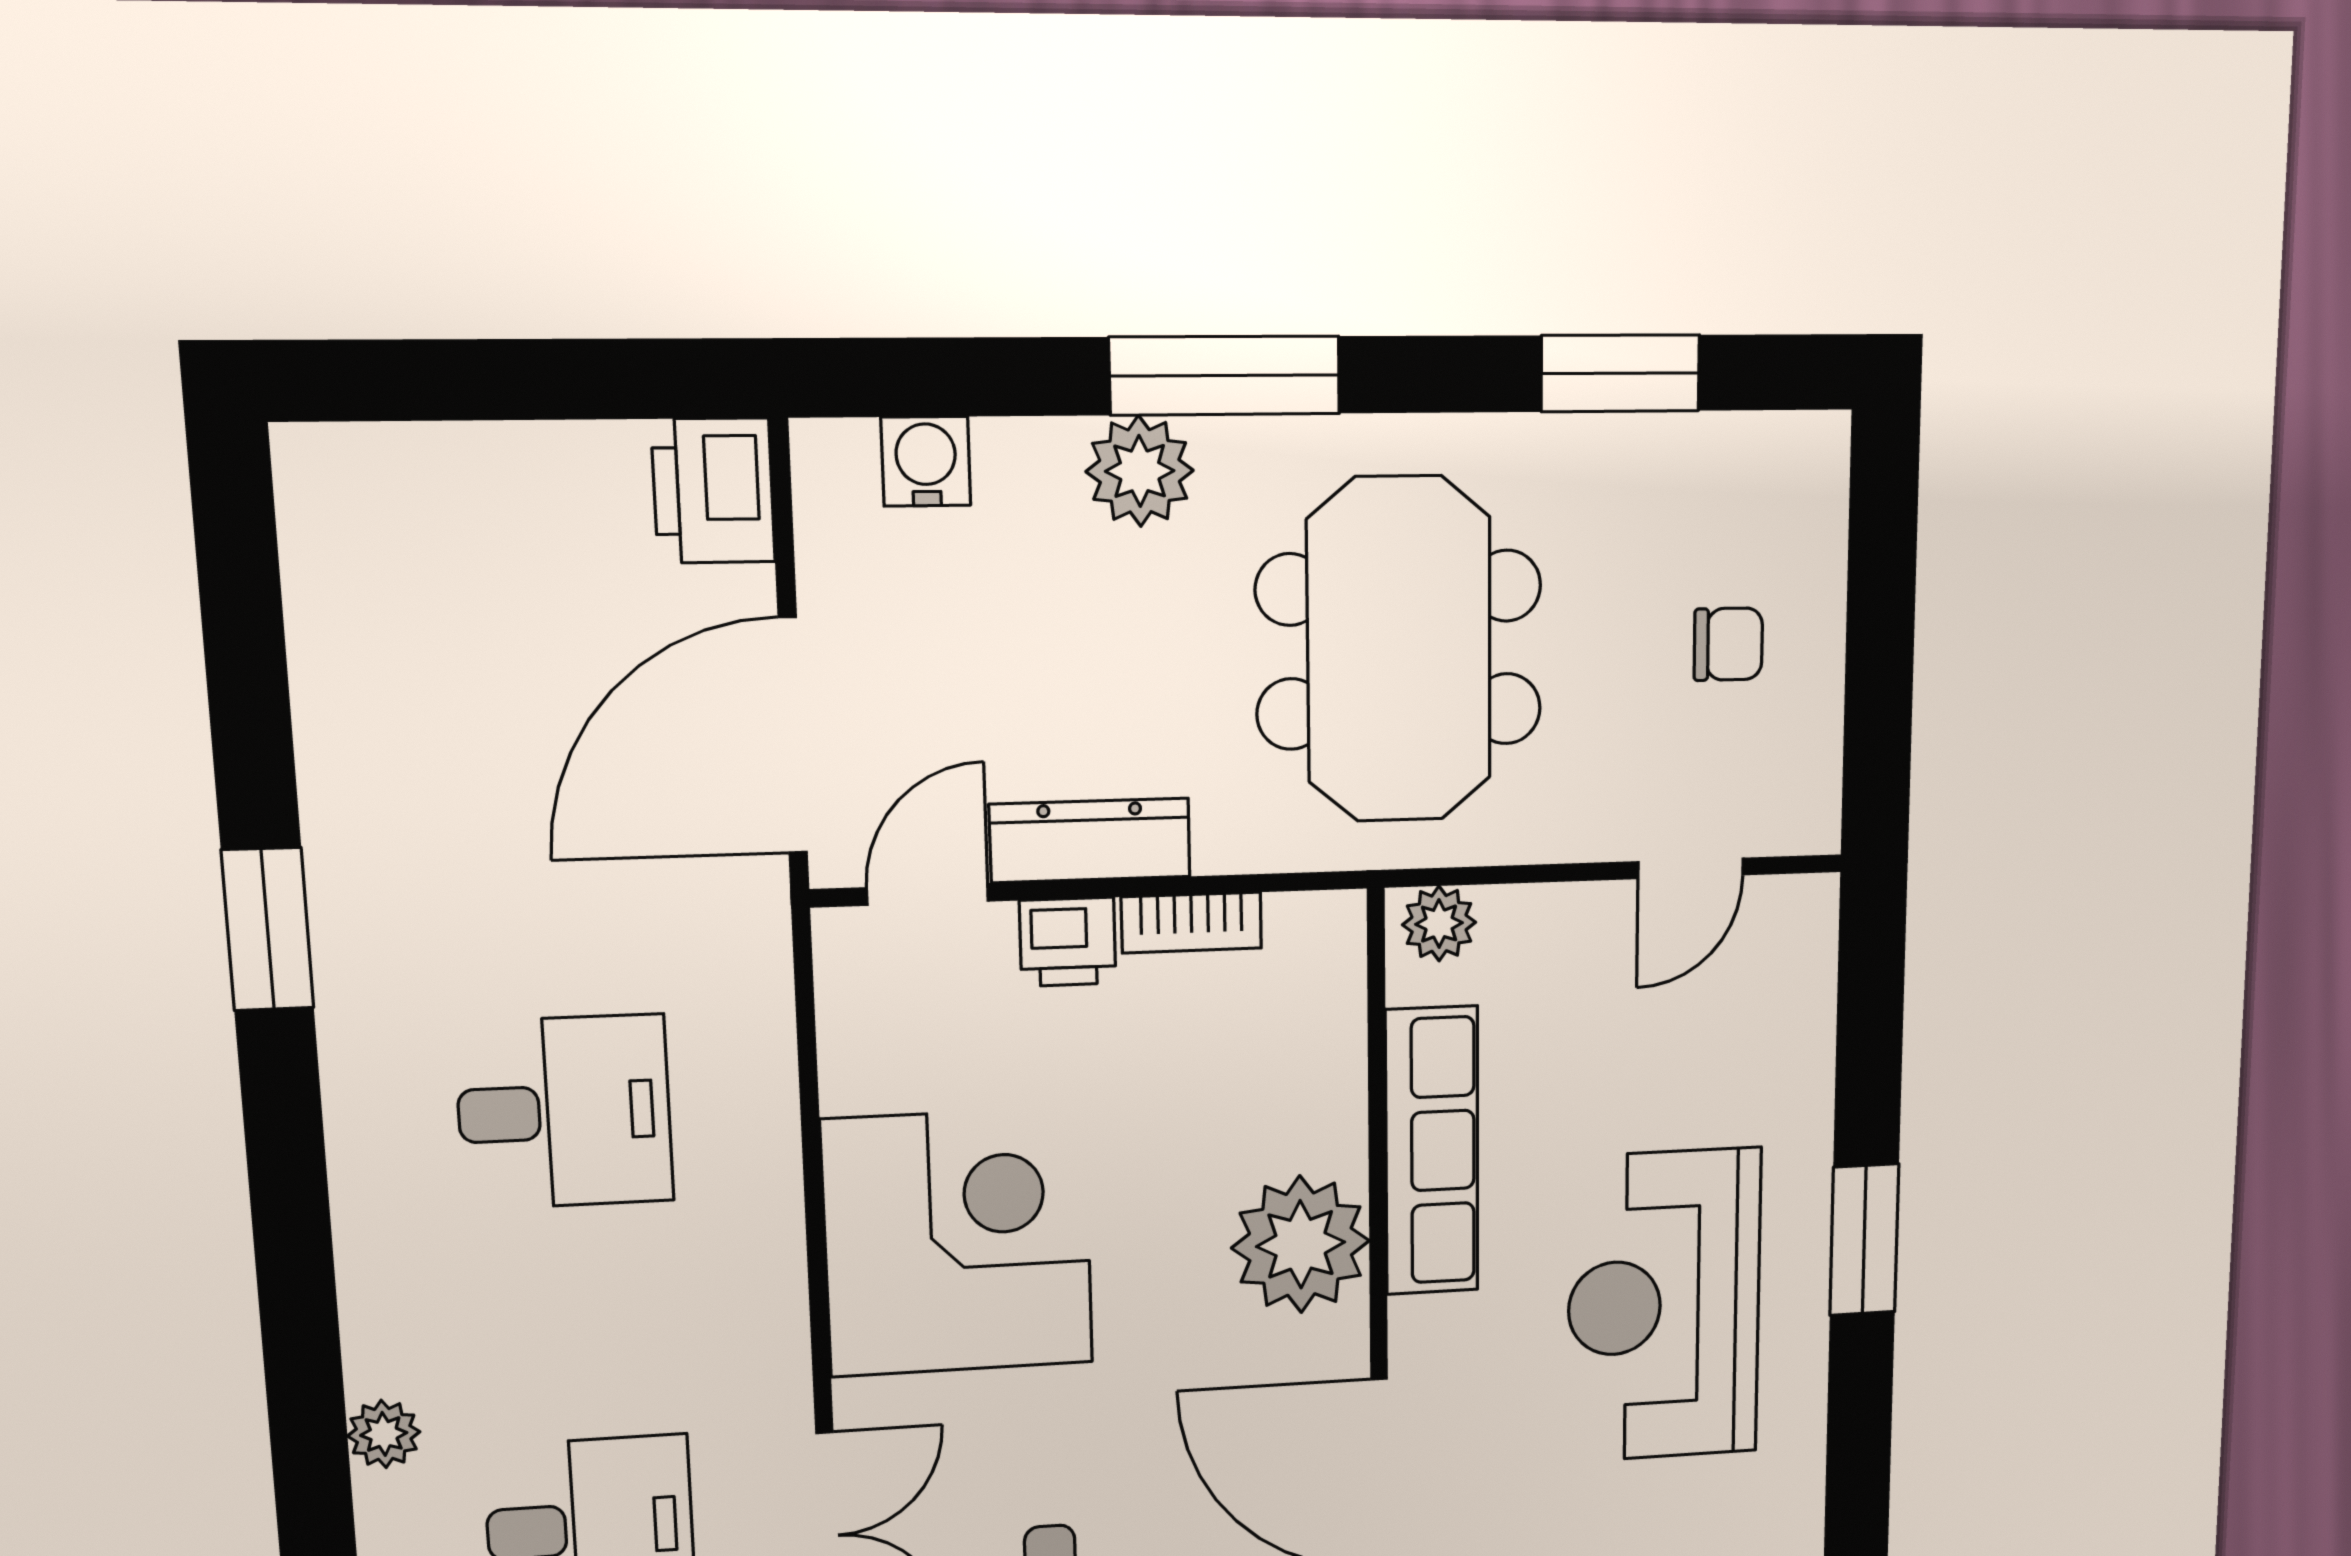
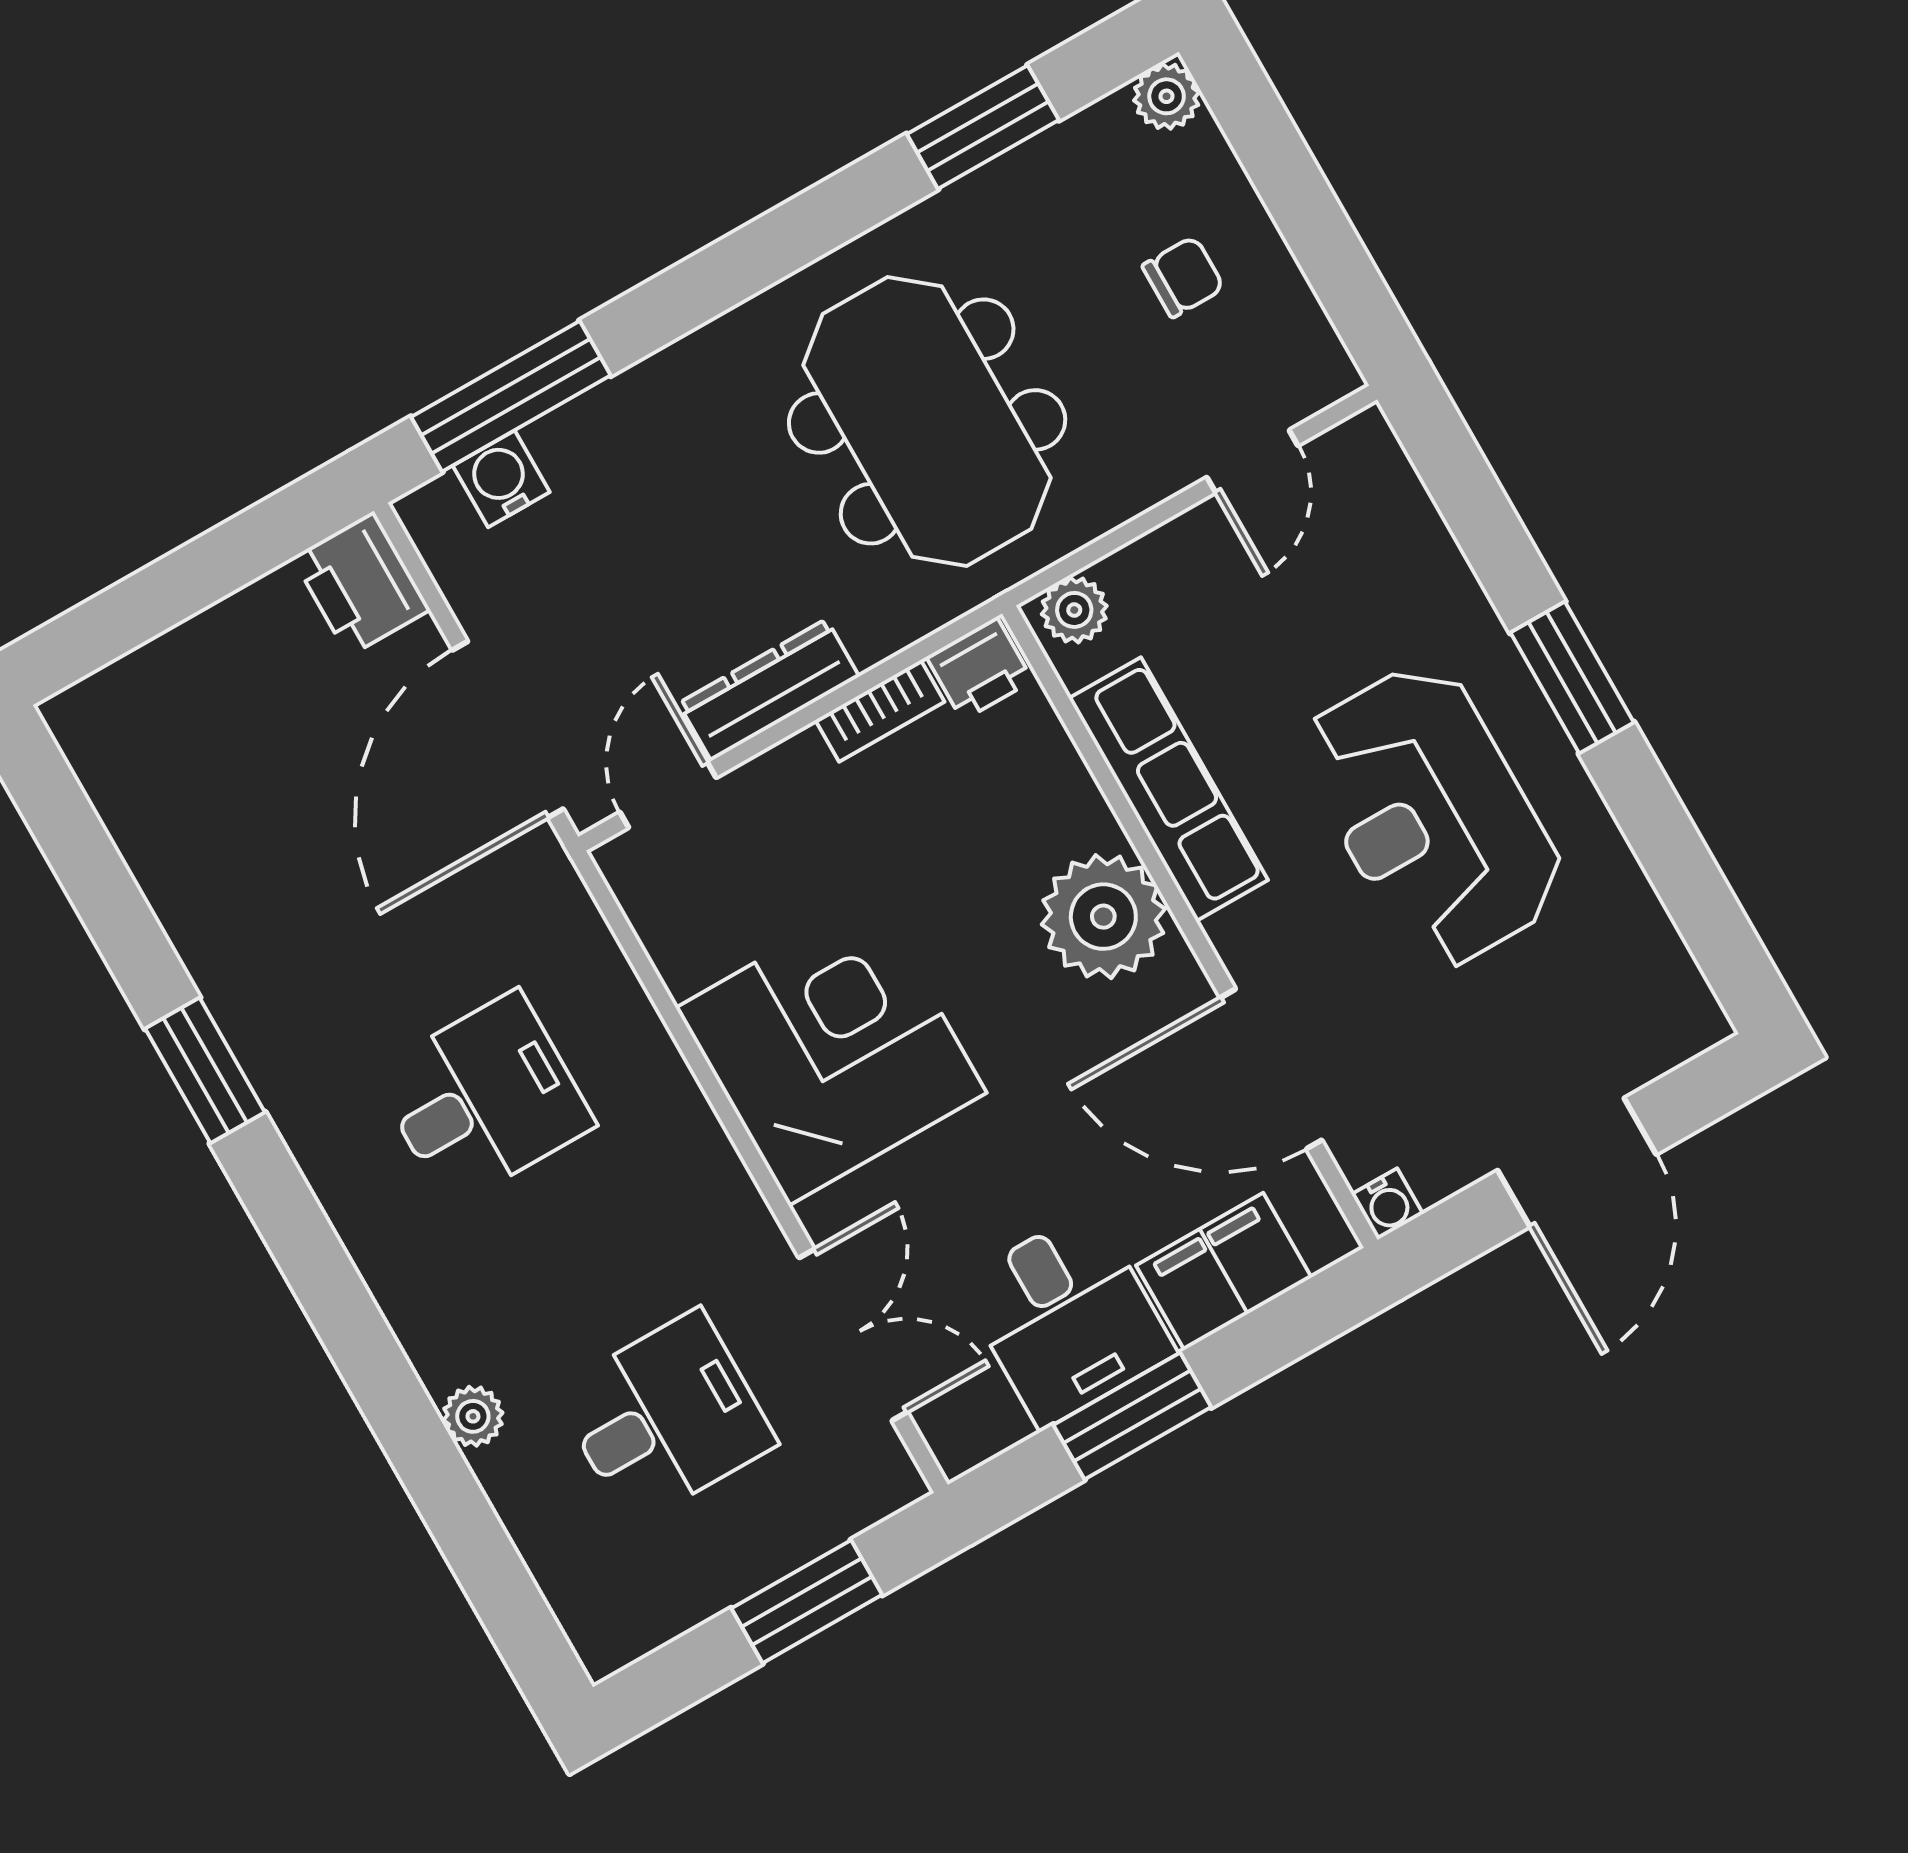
window: (1225, 376) -> (511, 396), moved
plant: (1140, 471) -> (1167, 96), moved, width x0.73, depth x0.73
printer: (1068, 942) -> (980, 669), moved

